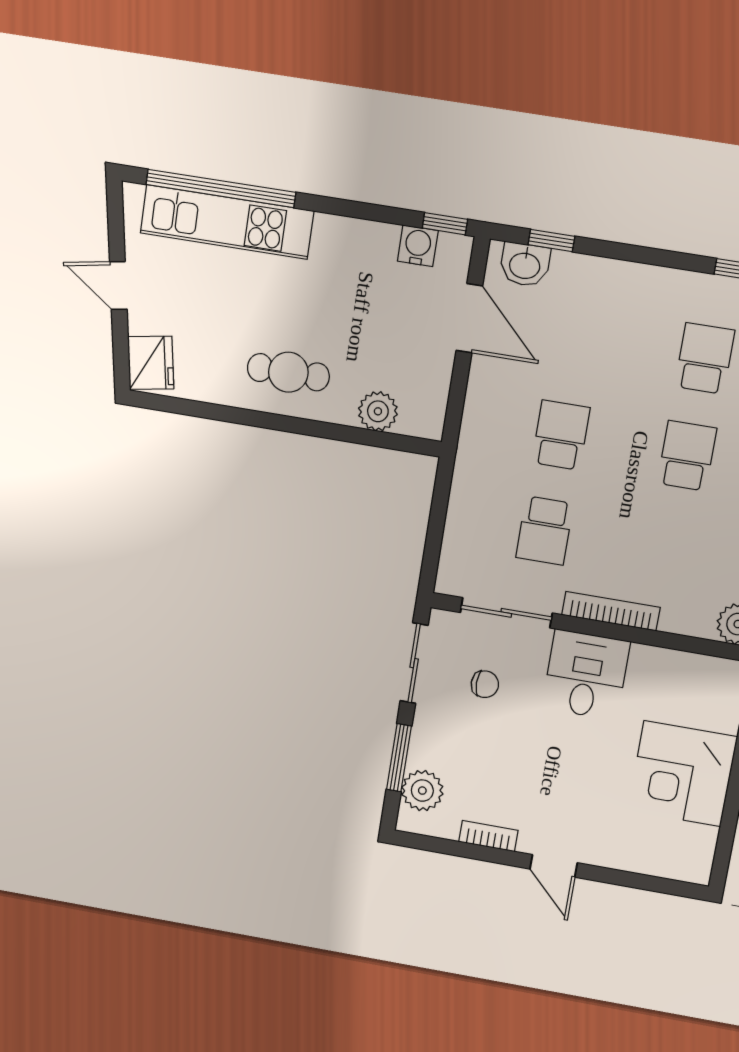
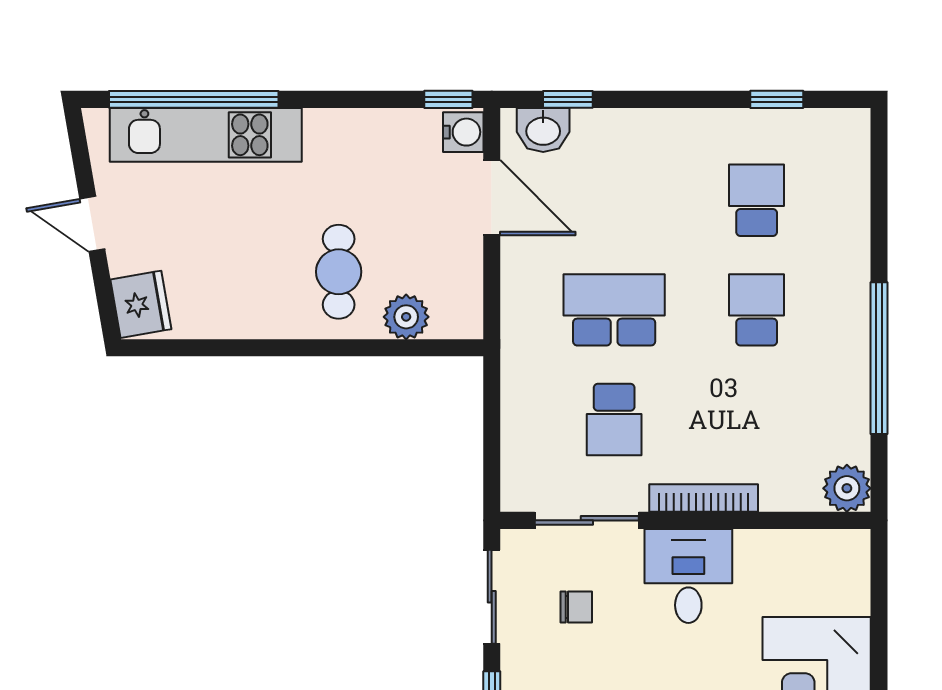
water cooler: (418, 246) -> (463, 132), moved, turned 90
cafe table: (288, 372) -> (339, 272), moved, turned 90
school desk: (561, 435) -> (614, 310), width x1.85

